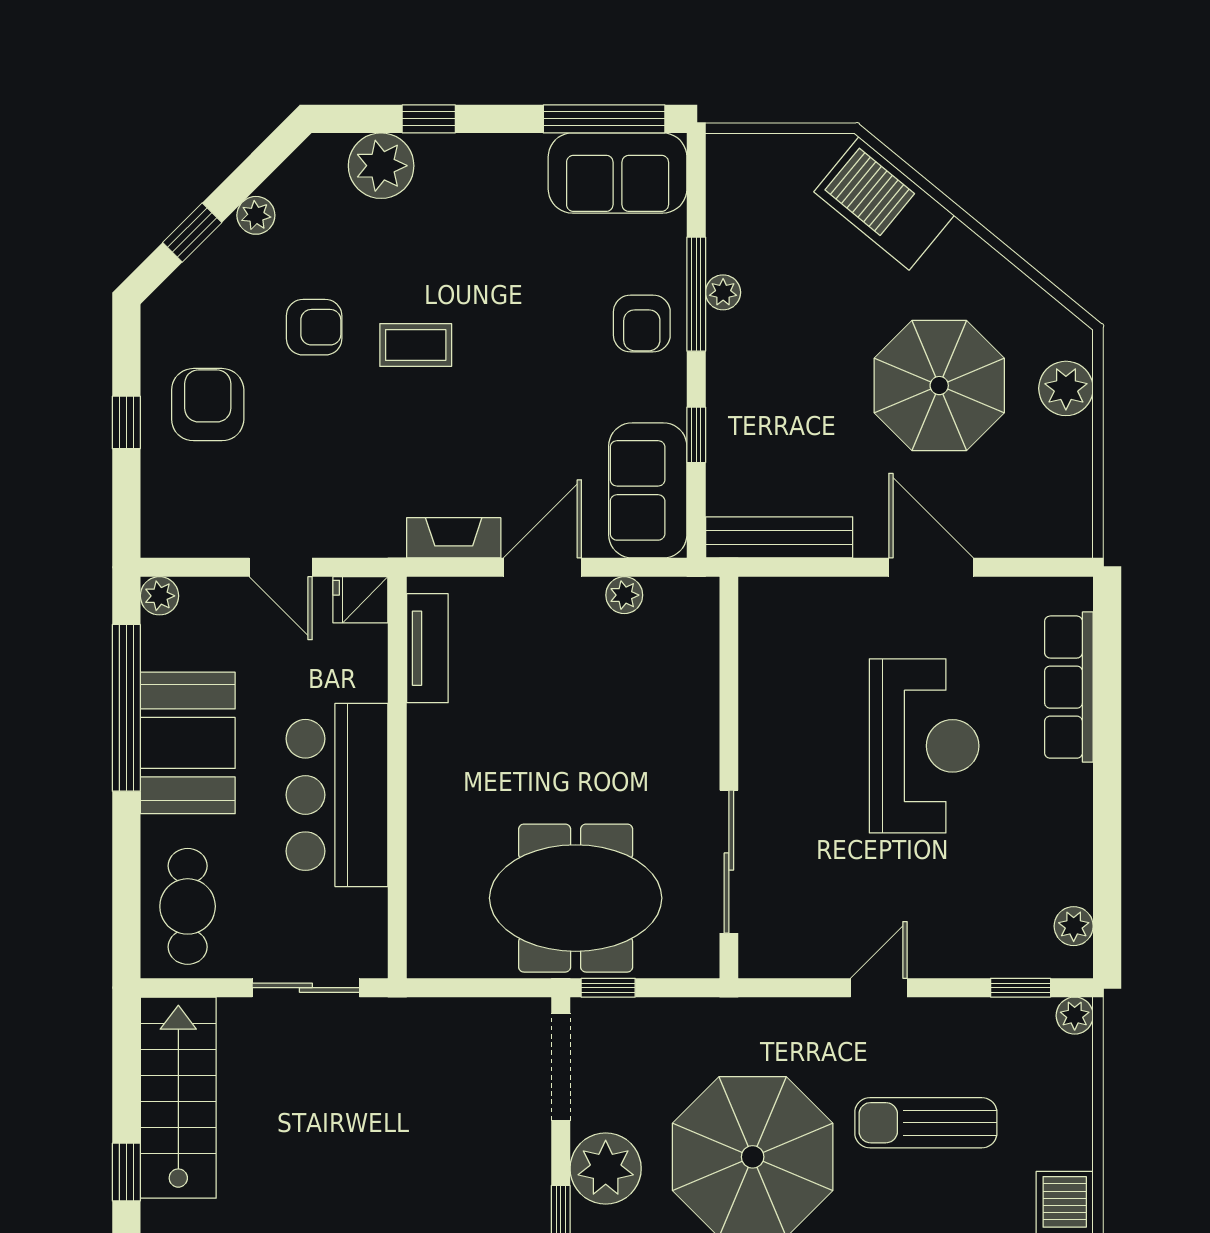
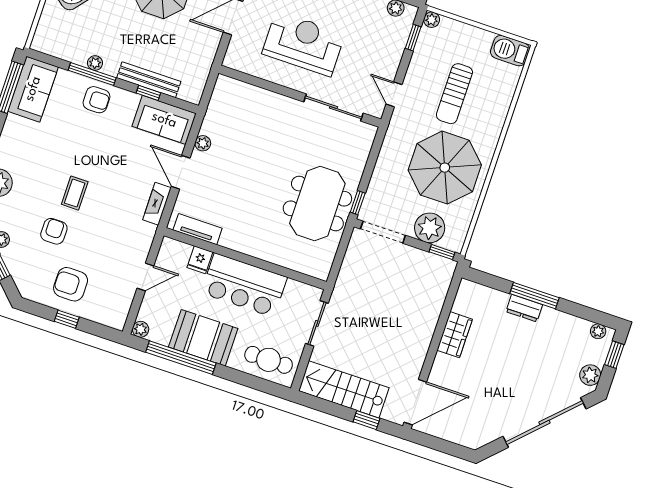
bench: (779, 537) -> (149, 80), moved, turned 90
fridge: (360, 600) -> (200, 260), moved
wall: (729, 777) -> (300, 96), moved
sliding door: (729, 862) -> (334, 107), moved

